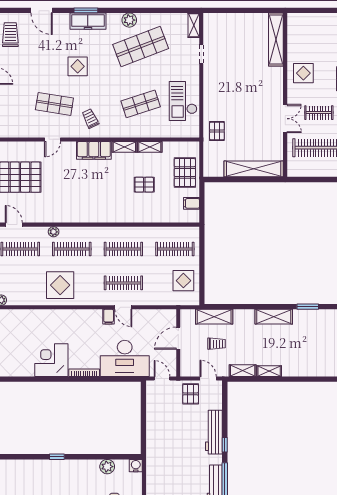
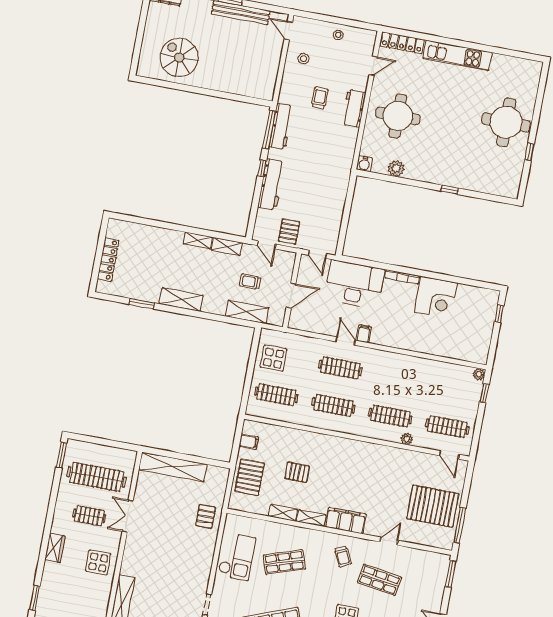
display table: (60, 285) -> (411, 379), removed

